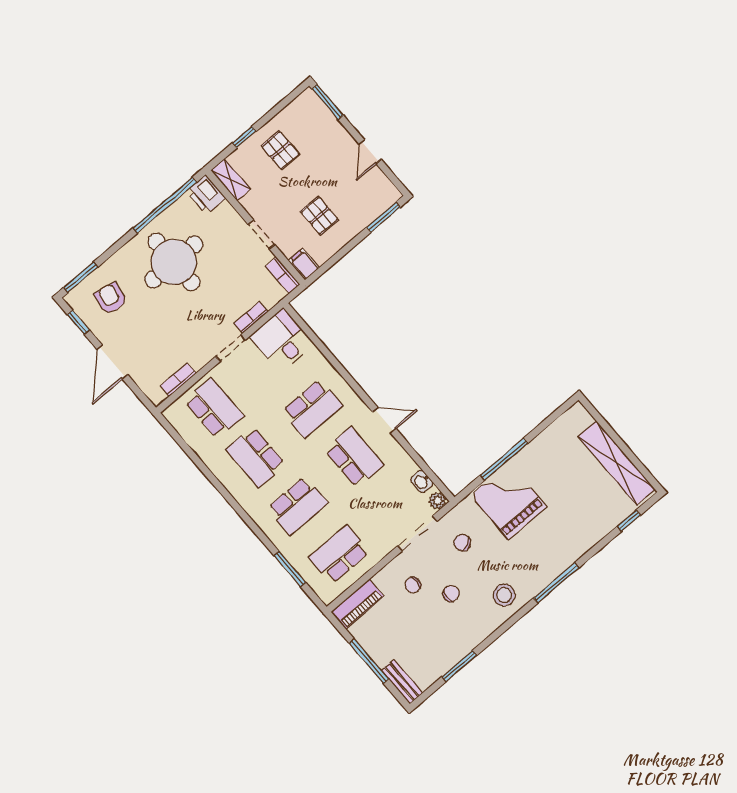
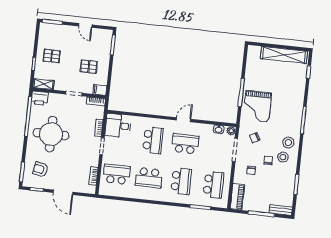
grand piano: (508, 501) -> (257, 106), turned -90
school desk: (339, 554) -> (213, 185), turned 180
stool: (477, 609) -> (283, 157), added

